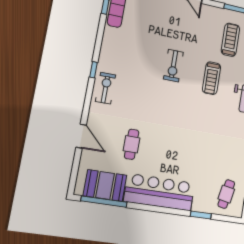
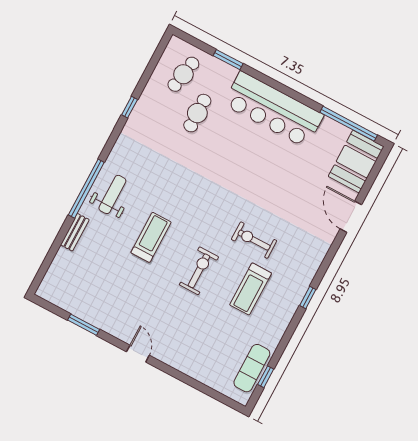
treadmill: (230, 40) -> (251, 289), moved
exercise bike: (106, 88) -> (254, 240), moved, turned 90
cafe table: (132, 144) -> (197, 113), moved
booth: (105, 185) -> (356, 162), moved, turned 90

